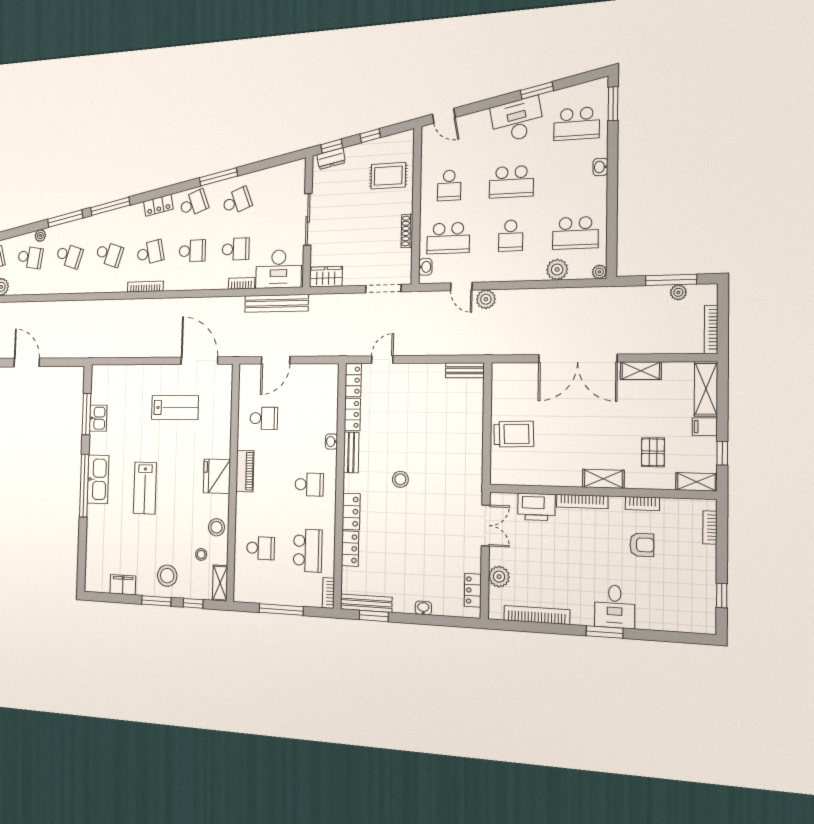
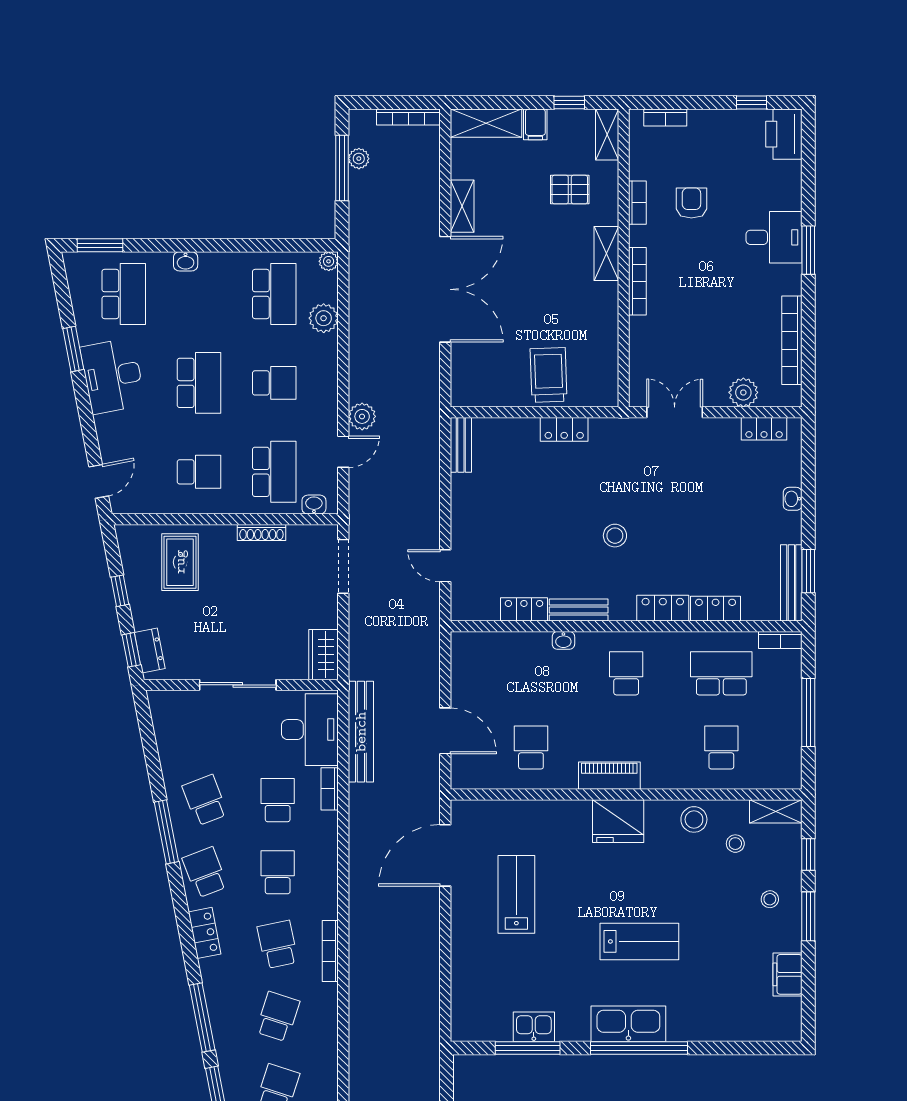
locker: (353, 380) -> (564, 429), moved, turned 180
printer: (536, 507) -> (784, 134), moved, turned 180
stool: (167, 576) -> (770, 899), width x0.53, depth x0.53

